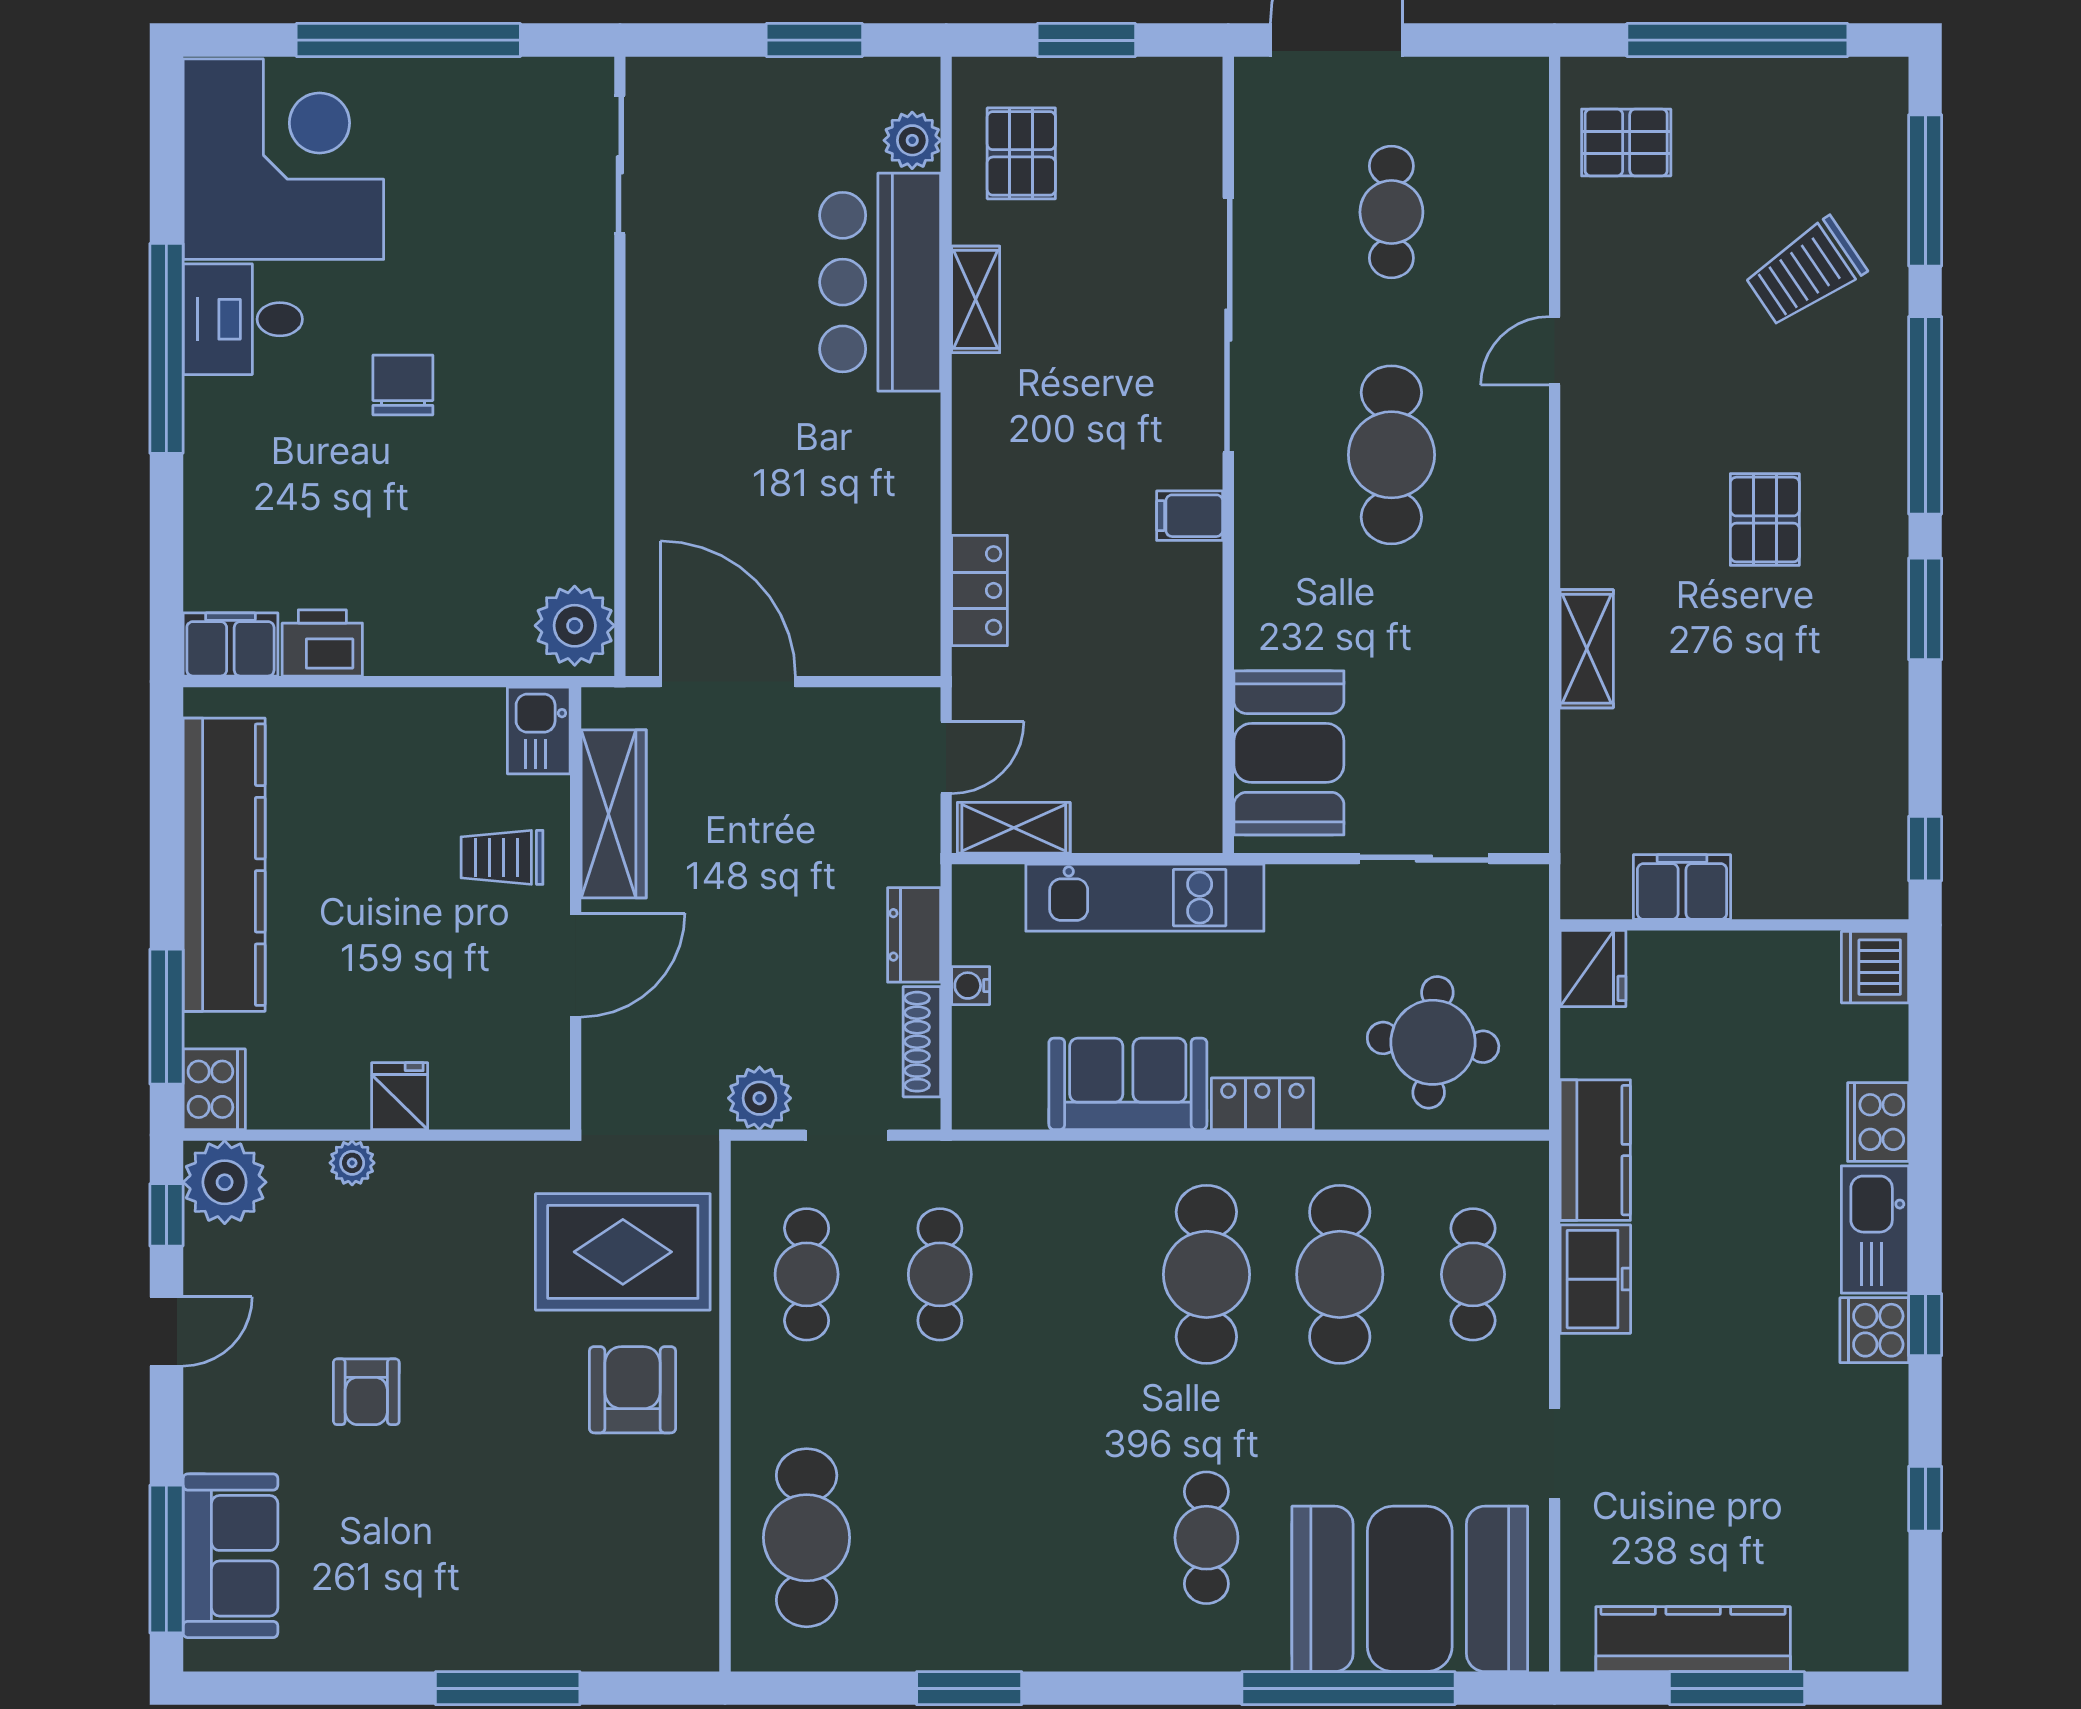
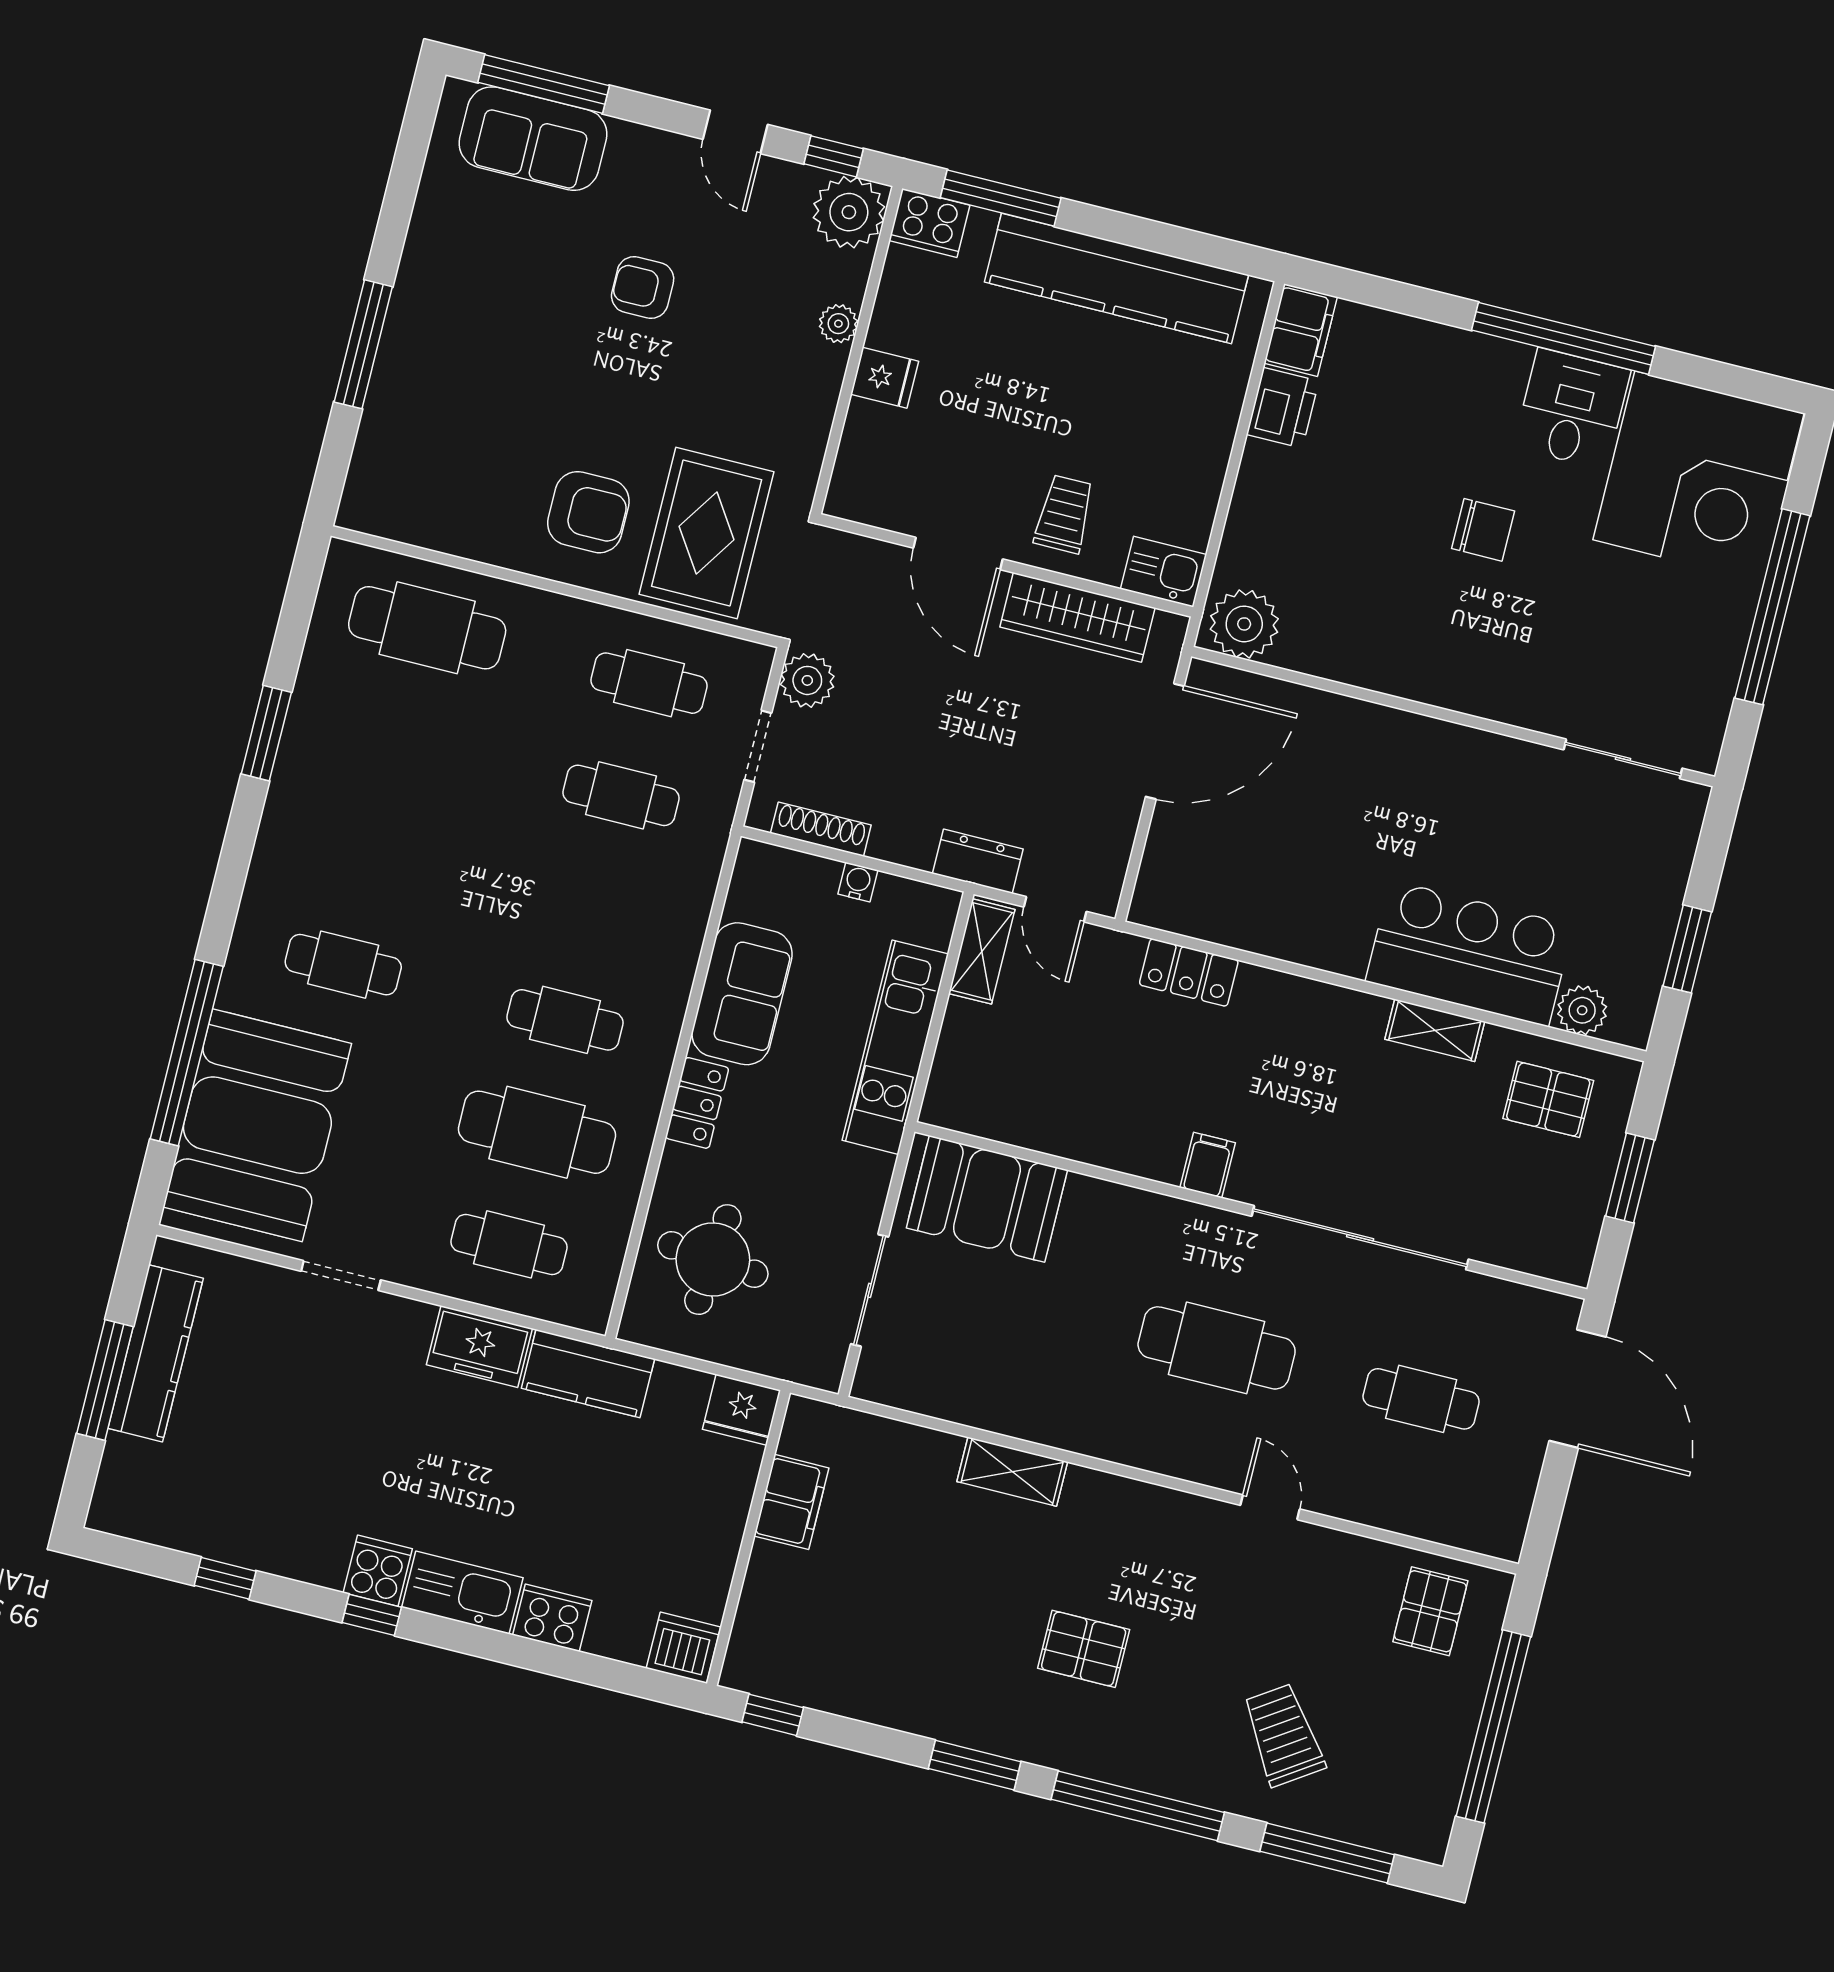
dresser: (914, 935) -> (978, 861), moved
cafe table: (1206, 1274) -> (565, 1020), width x0.73, depth x0.74

